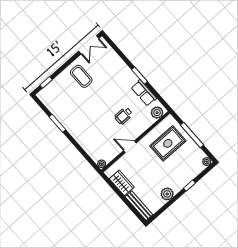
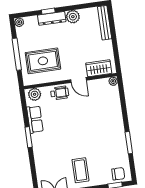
chair: (50, 93) -> (118, 174), added
wheelchair: (124, 116) -> (60, 93), moved
dresser: (183, 182) -> (52, 18), added
wardrobe: (122, 183) -> (99, 68), moved, turned 90

